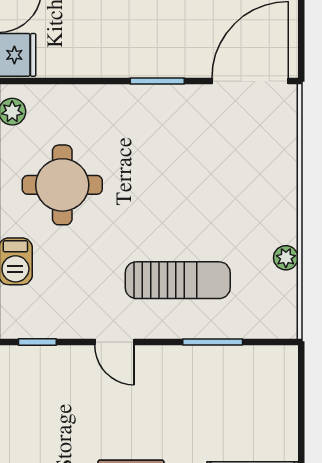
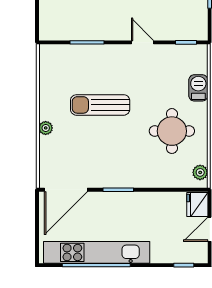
plant: (286, 258) -> (46, 128), moved
sun lounger: (178, 280) -> (100, 105), moved

